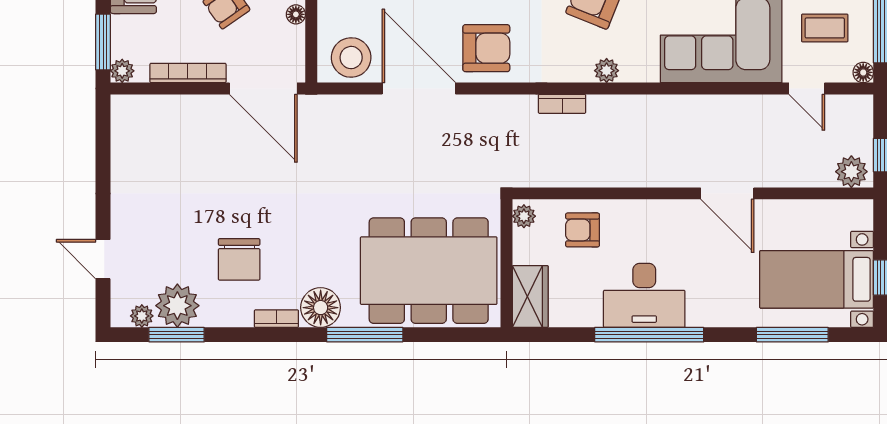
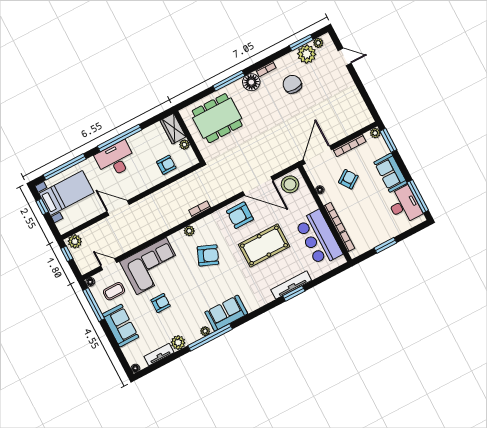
door: (263, 89) -> (317, 155), hinge flipped
plant: (524, 216) -> (184, 145), moved
dining table: (429, 271) -> (217, 118), width x0.73, depth x0.80
desk: (644, 295) -> (116, 159), moved
window: (792, 335) -> (65, 167), width x1.46

